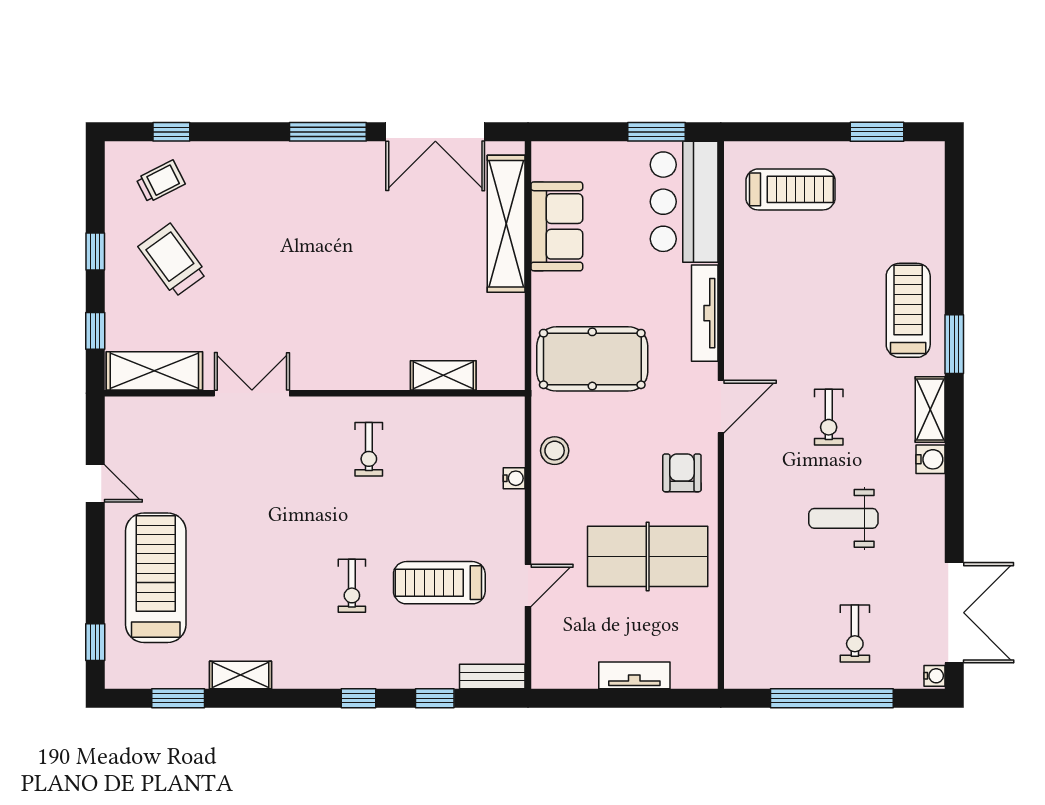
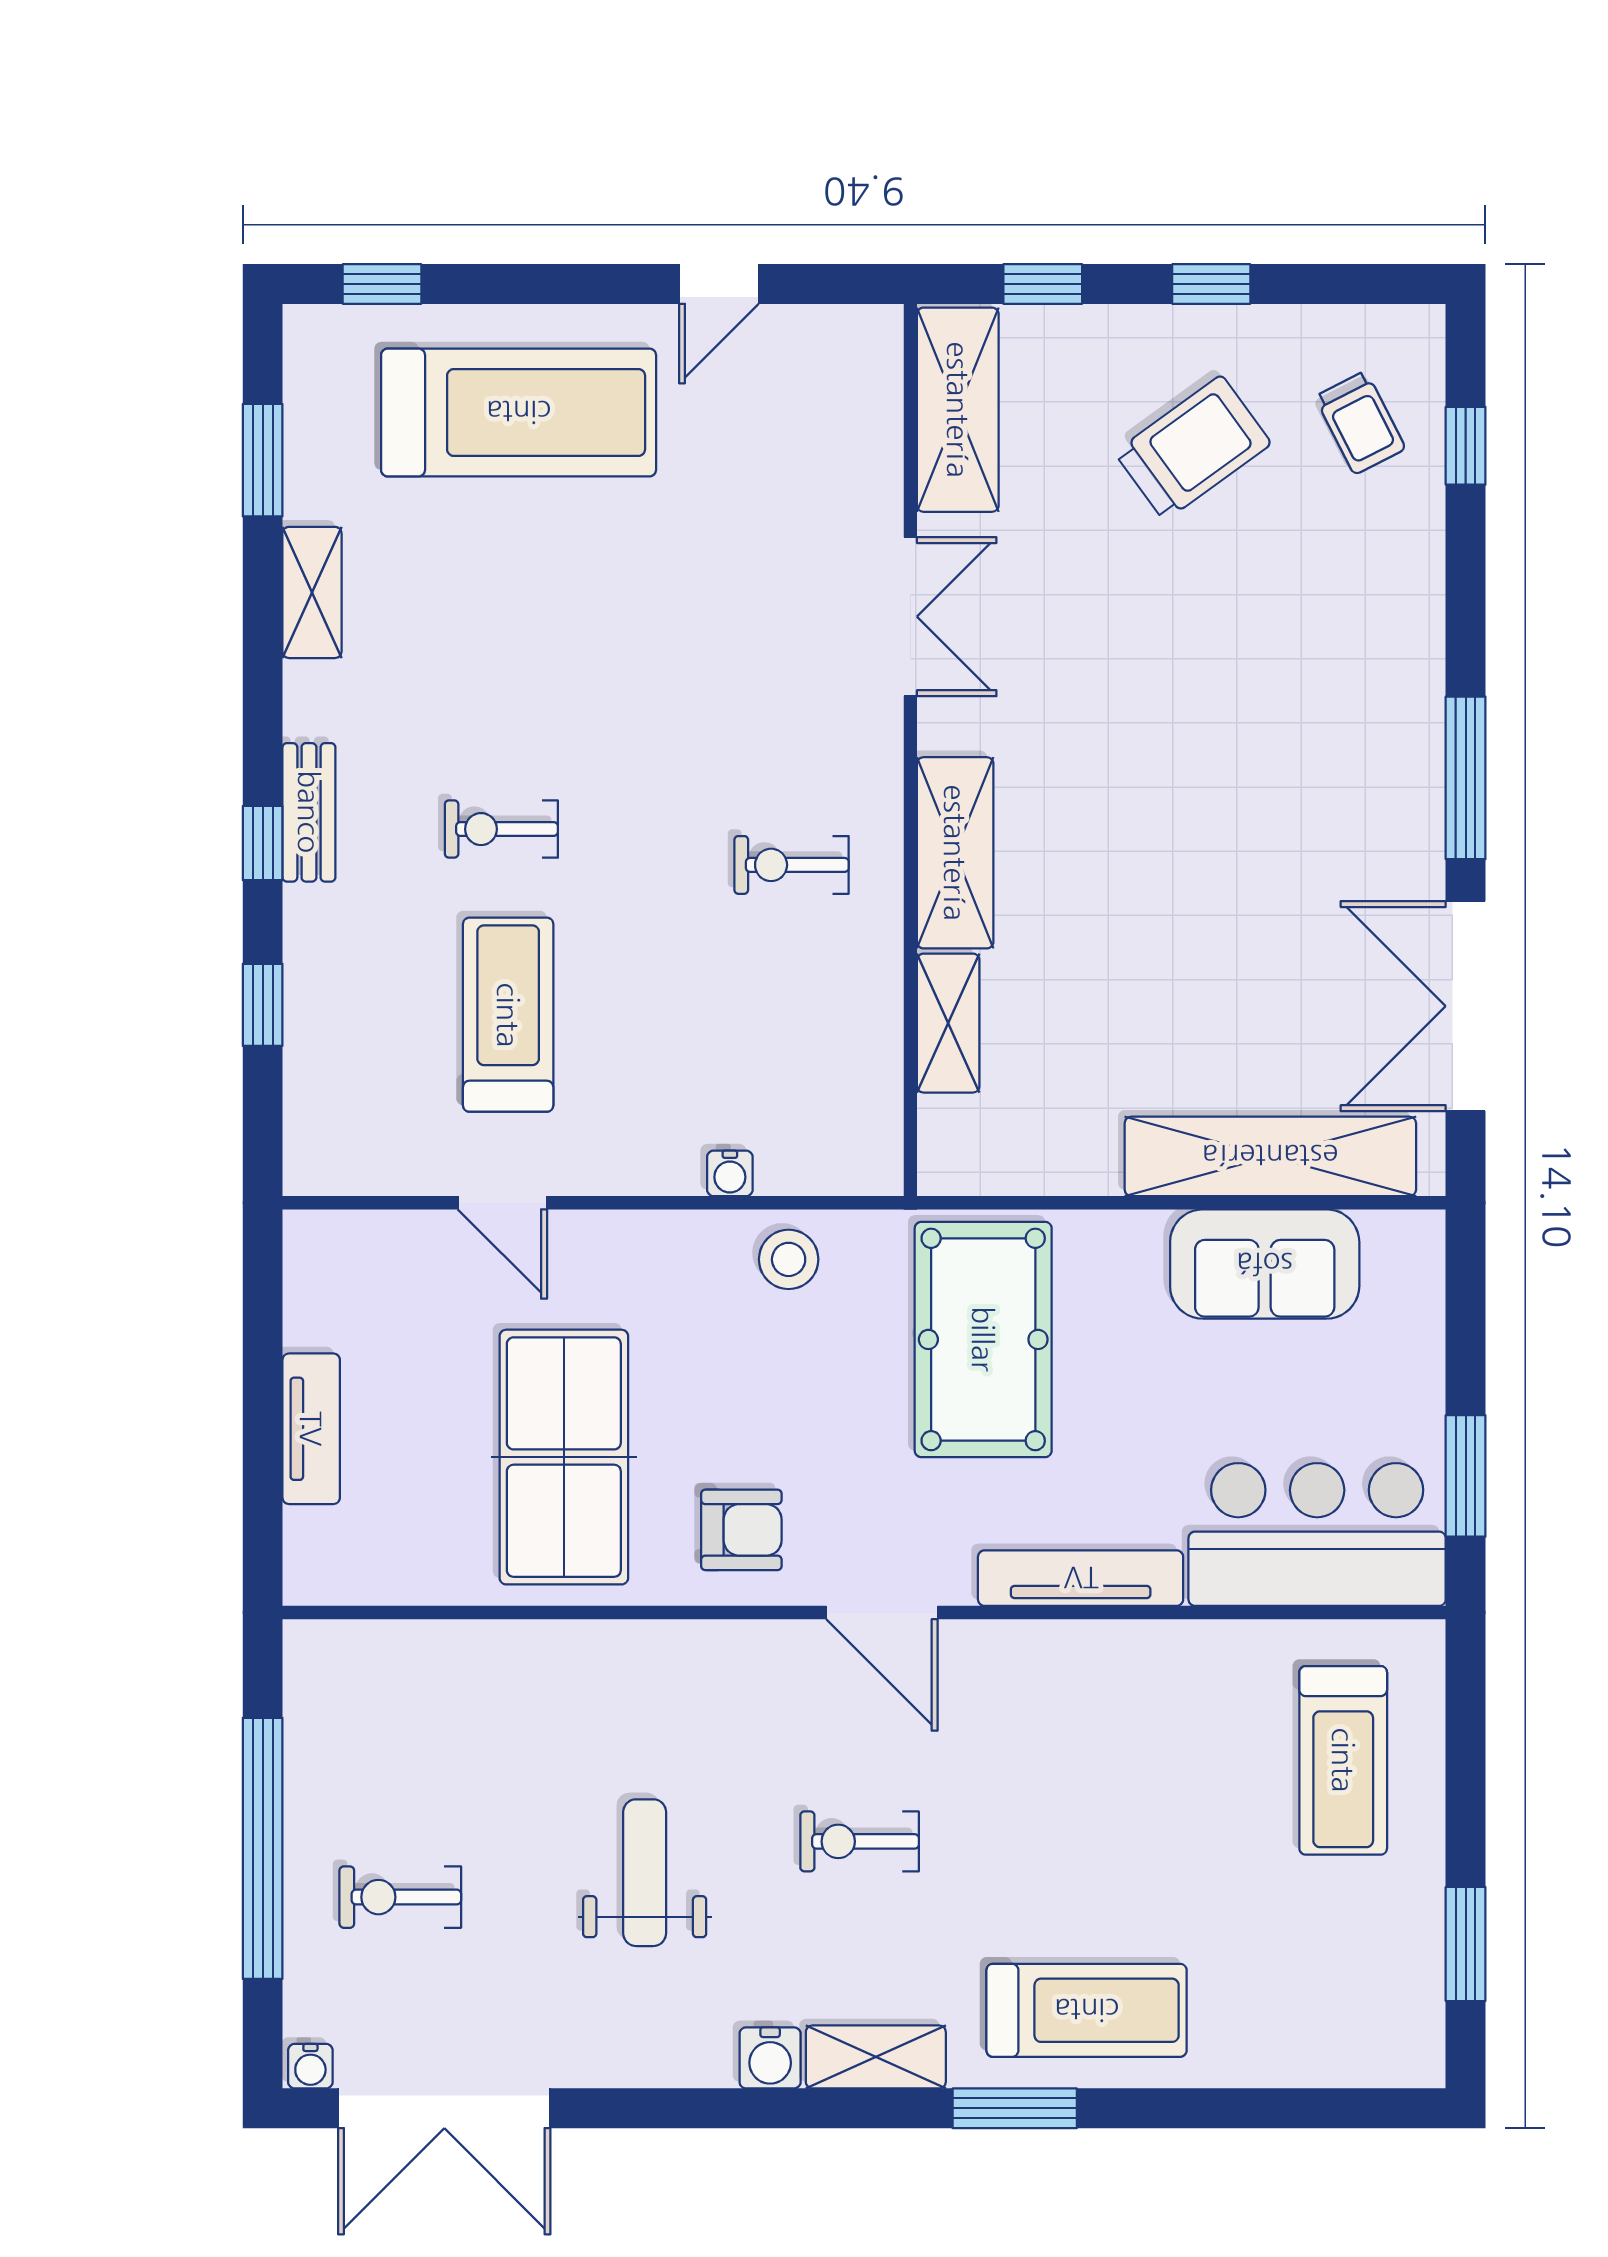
shelving: (363, 372) -> (955, 853), added
bench: (492, 676) -> (309, 812), moved

